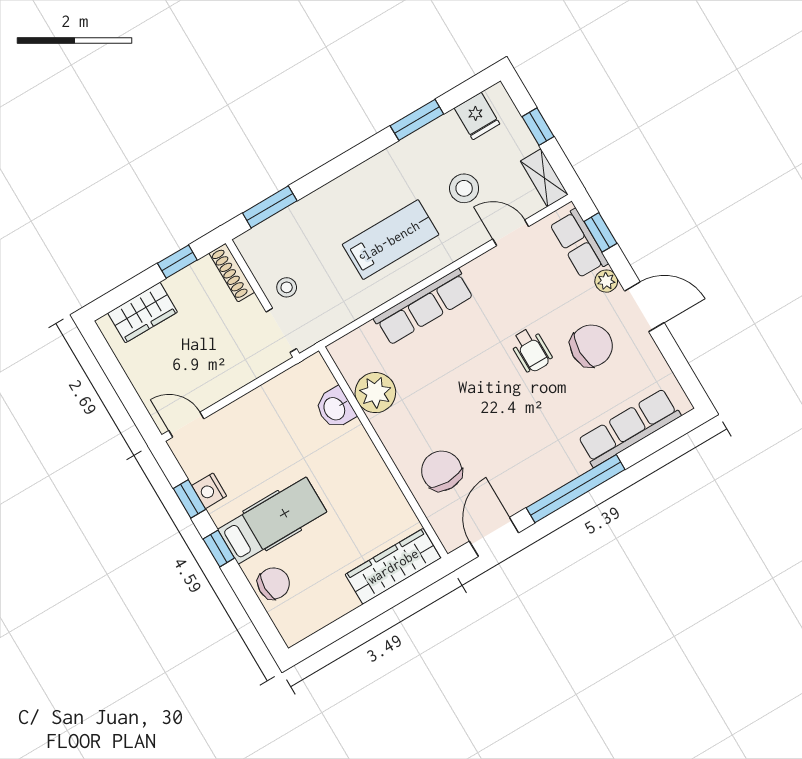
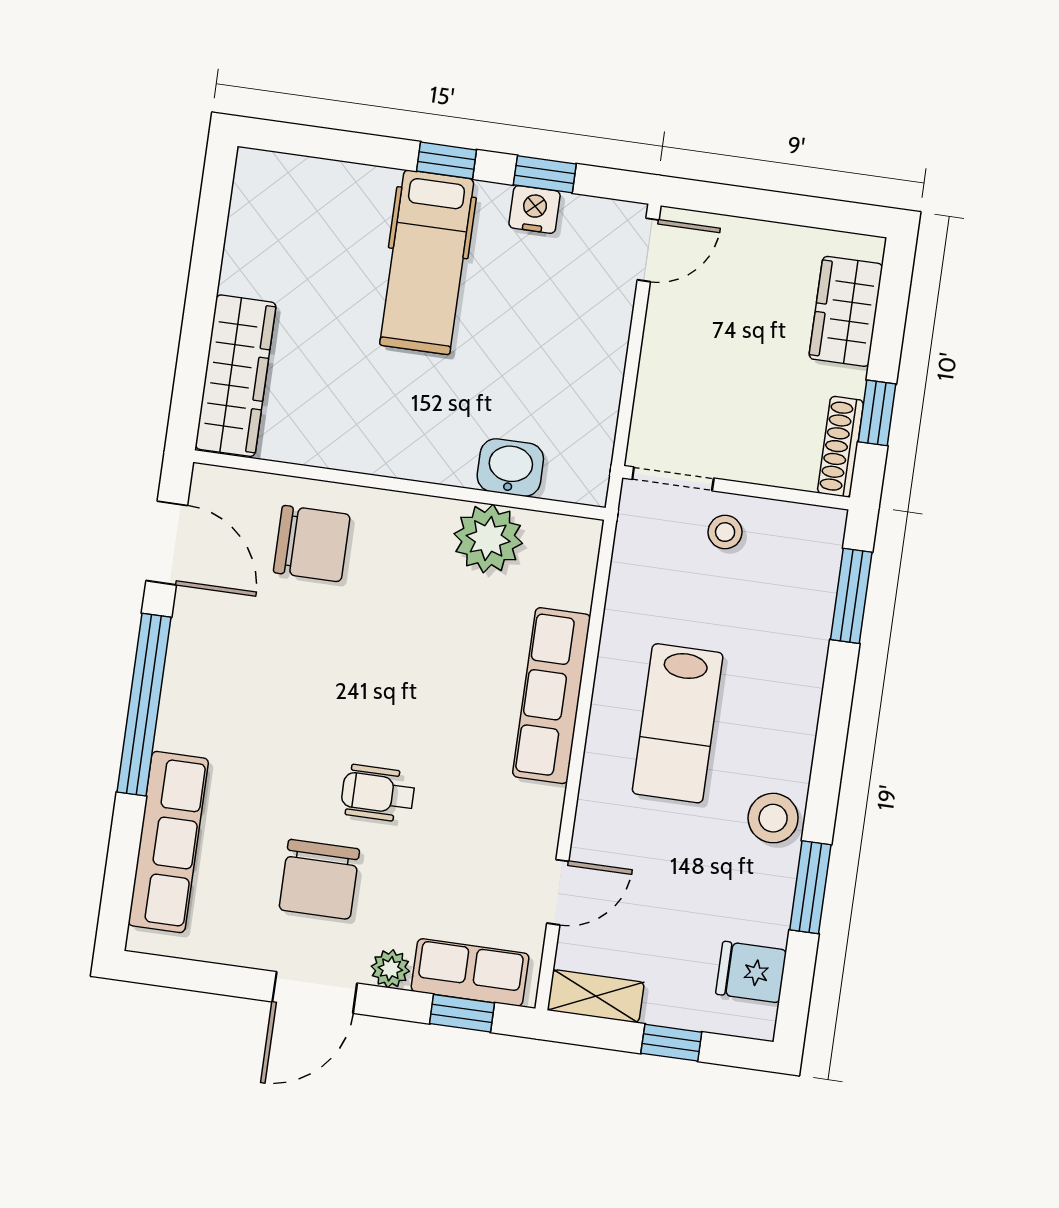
stool: (464, 188) -> (773, 818), moved
shoe rack: (232, 273) -> (840, 447), moved, turned -90
chair: (274, 583) -> (341, 197), removed

